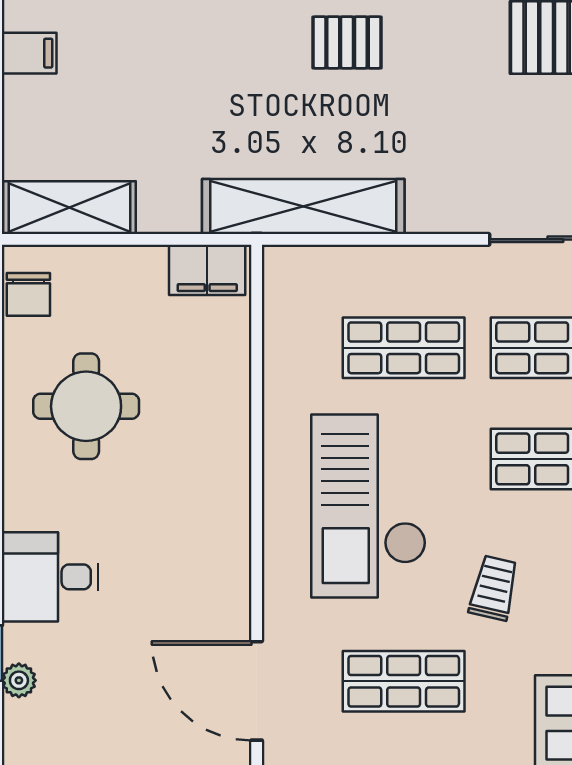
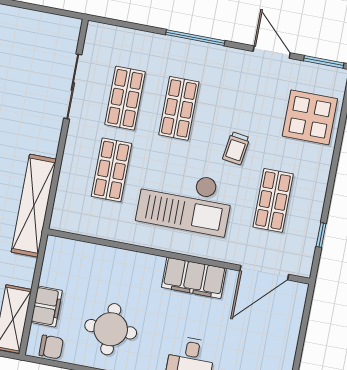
filing cabinet: (207, 270) -> (47, 306), moved
filing cabinet: (220, 553) -> (194, 278), added
trolley: (494, 588) -> (236, 148), turned -95

